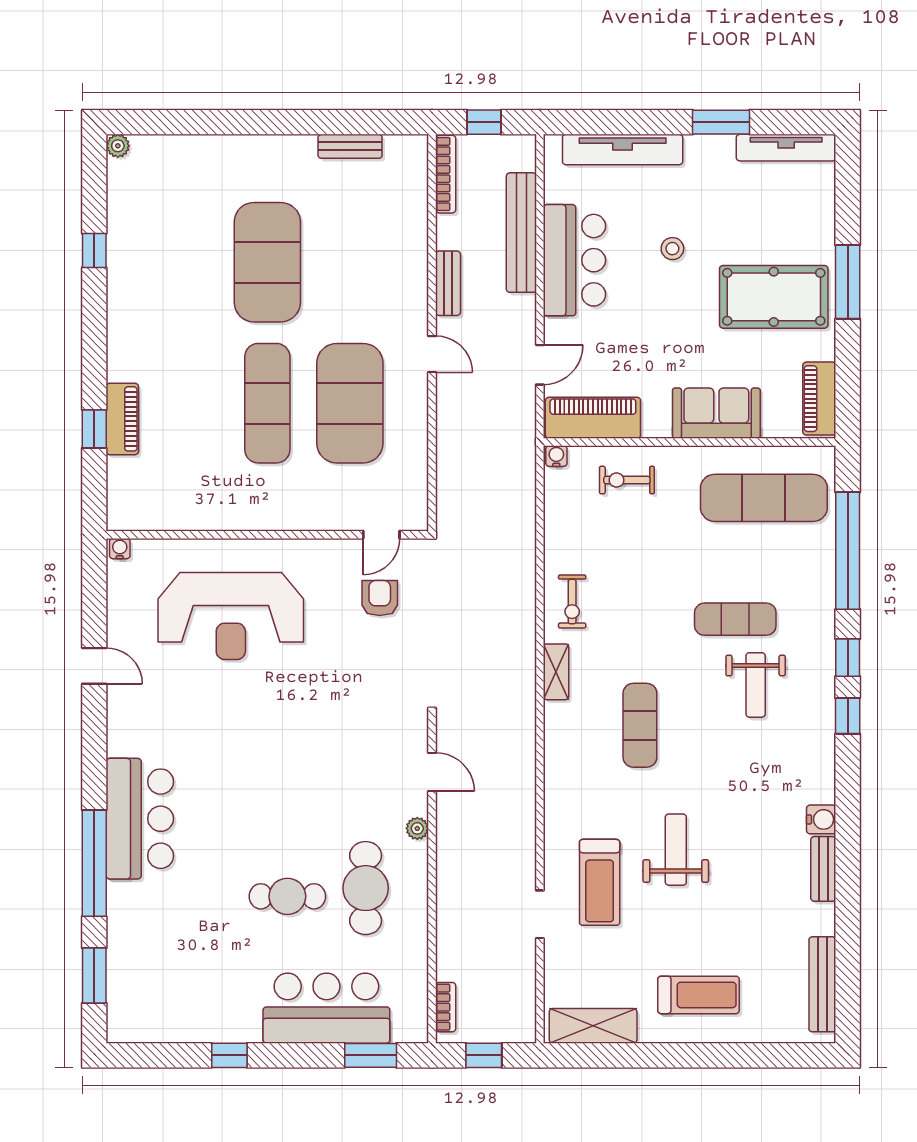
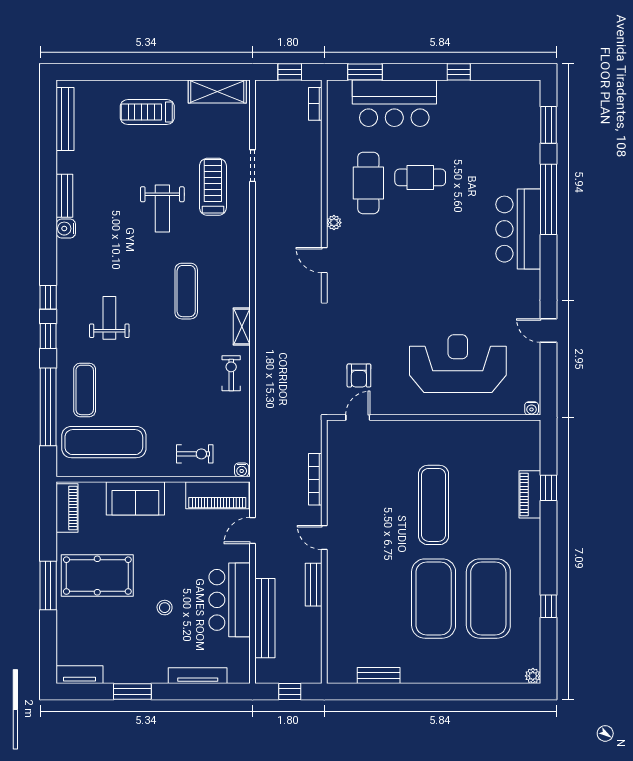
tv unit: (786, 148) -> (80, 675), width x0.71
tv unit: (623, 149) -> (198, 676), width x0.73, depth x0.78
bookcase: (446, 174) -> (315, 479), moved
exercise mat: (350, 403) -> (488, 599), moved
exercise mat: (735, 619) -> (85, 390), moved, turned 90

